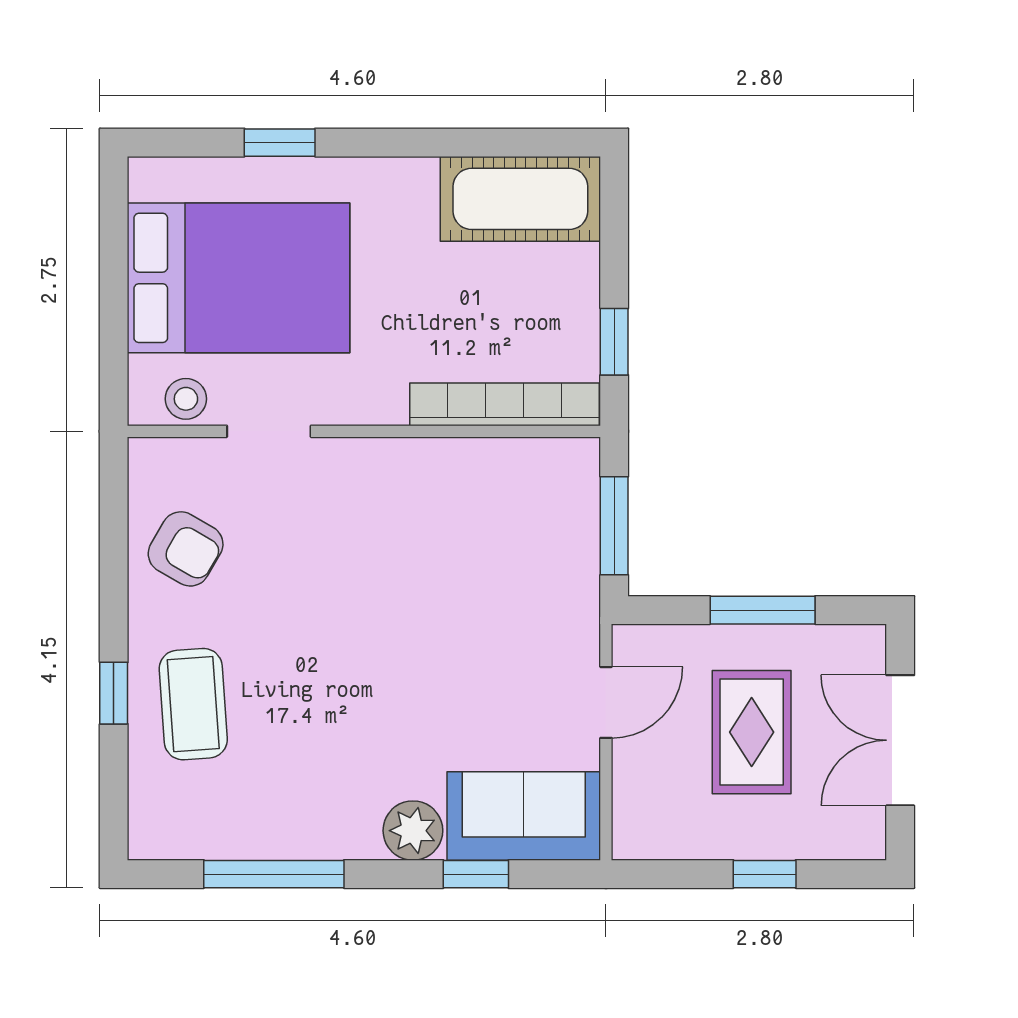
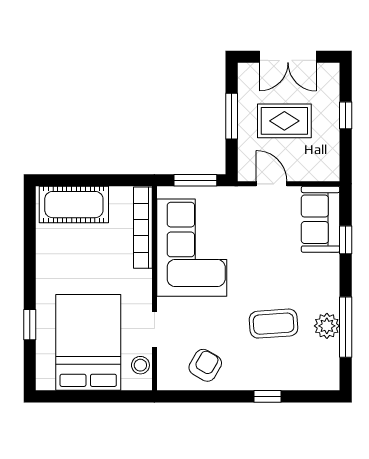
cot: (520, 199) -> (74, 205), moved, turned 90
window: (614, 342) -> (116, 180), removed
corner sofa: (458, 517) -> (192, 248), added
coffee table: (193, 704) -> (274, 324), moved
plant: (413, 831) -> (327, 326), moved

